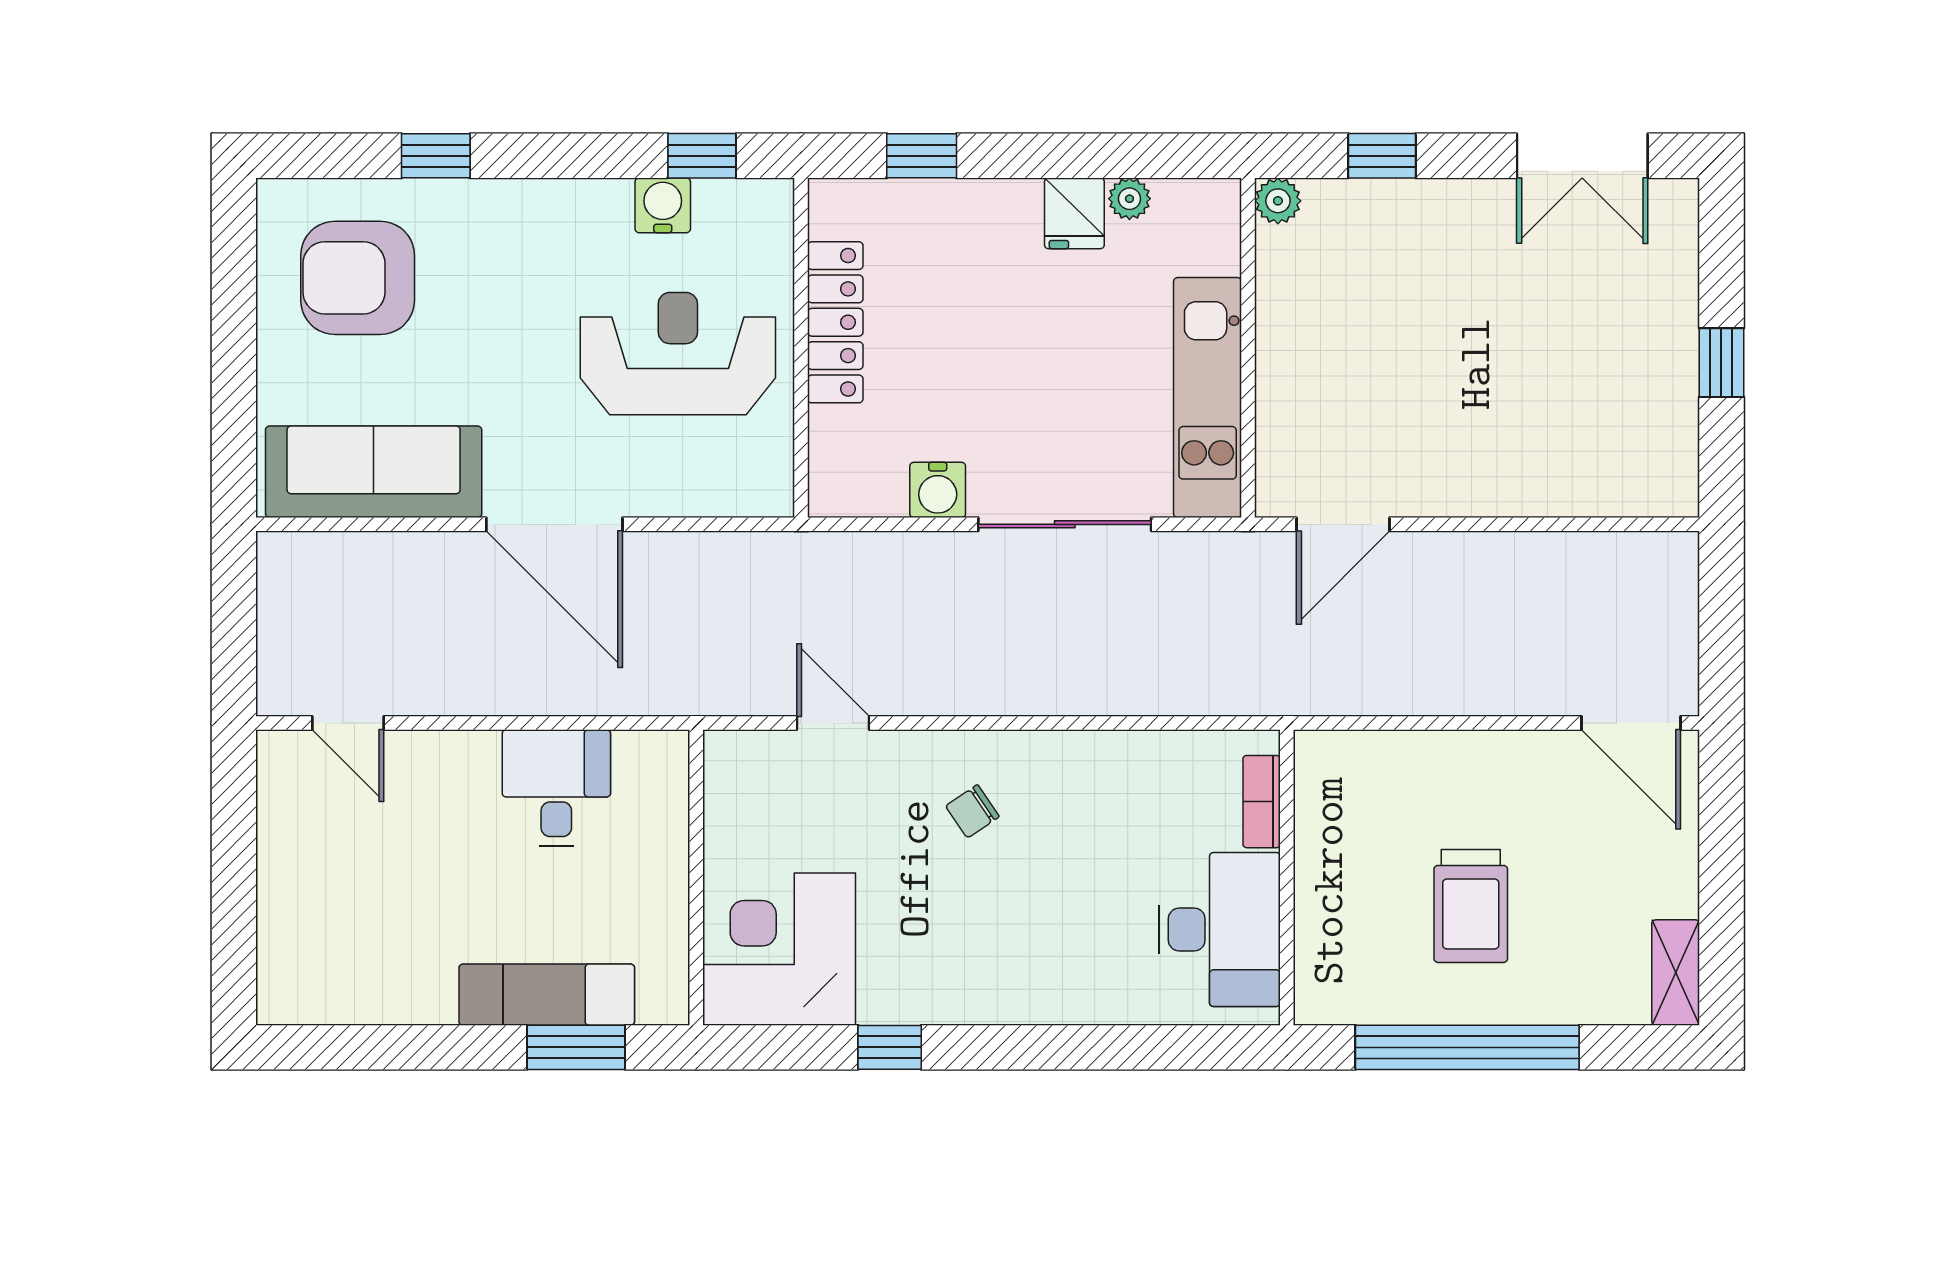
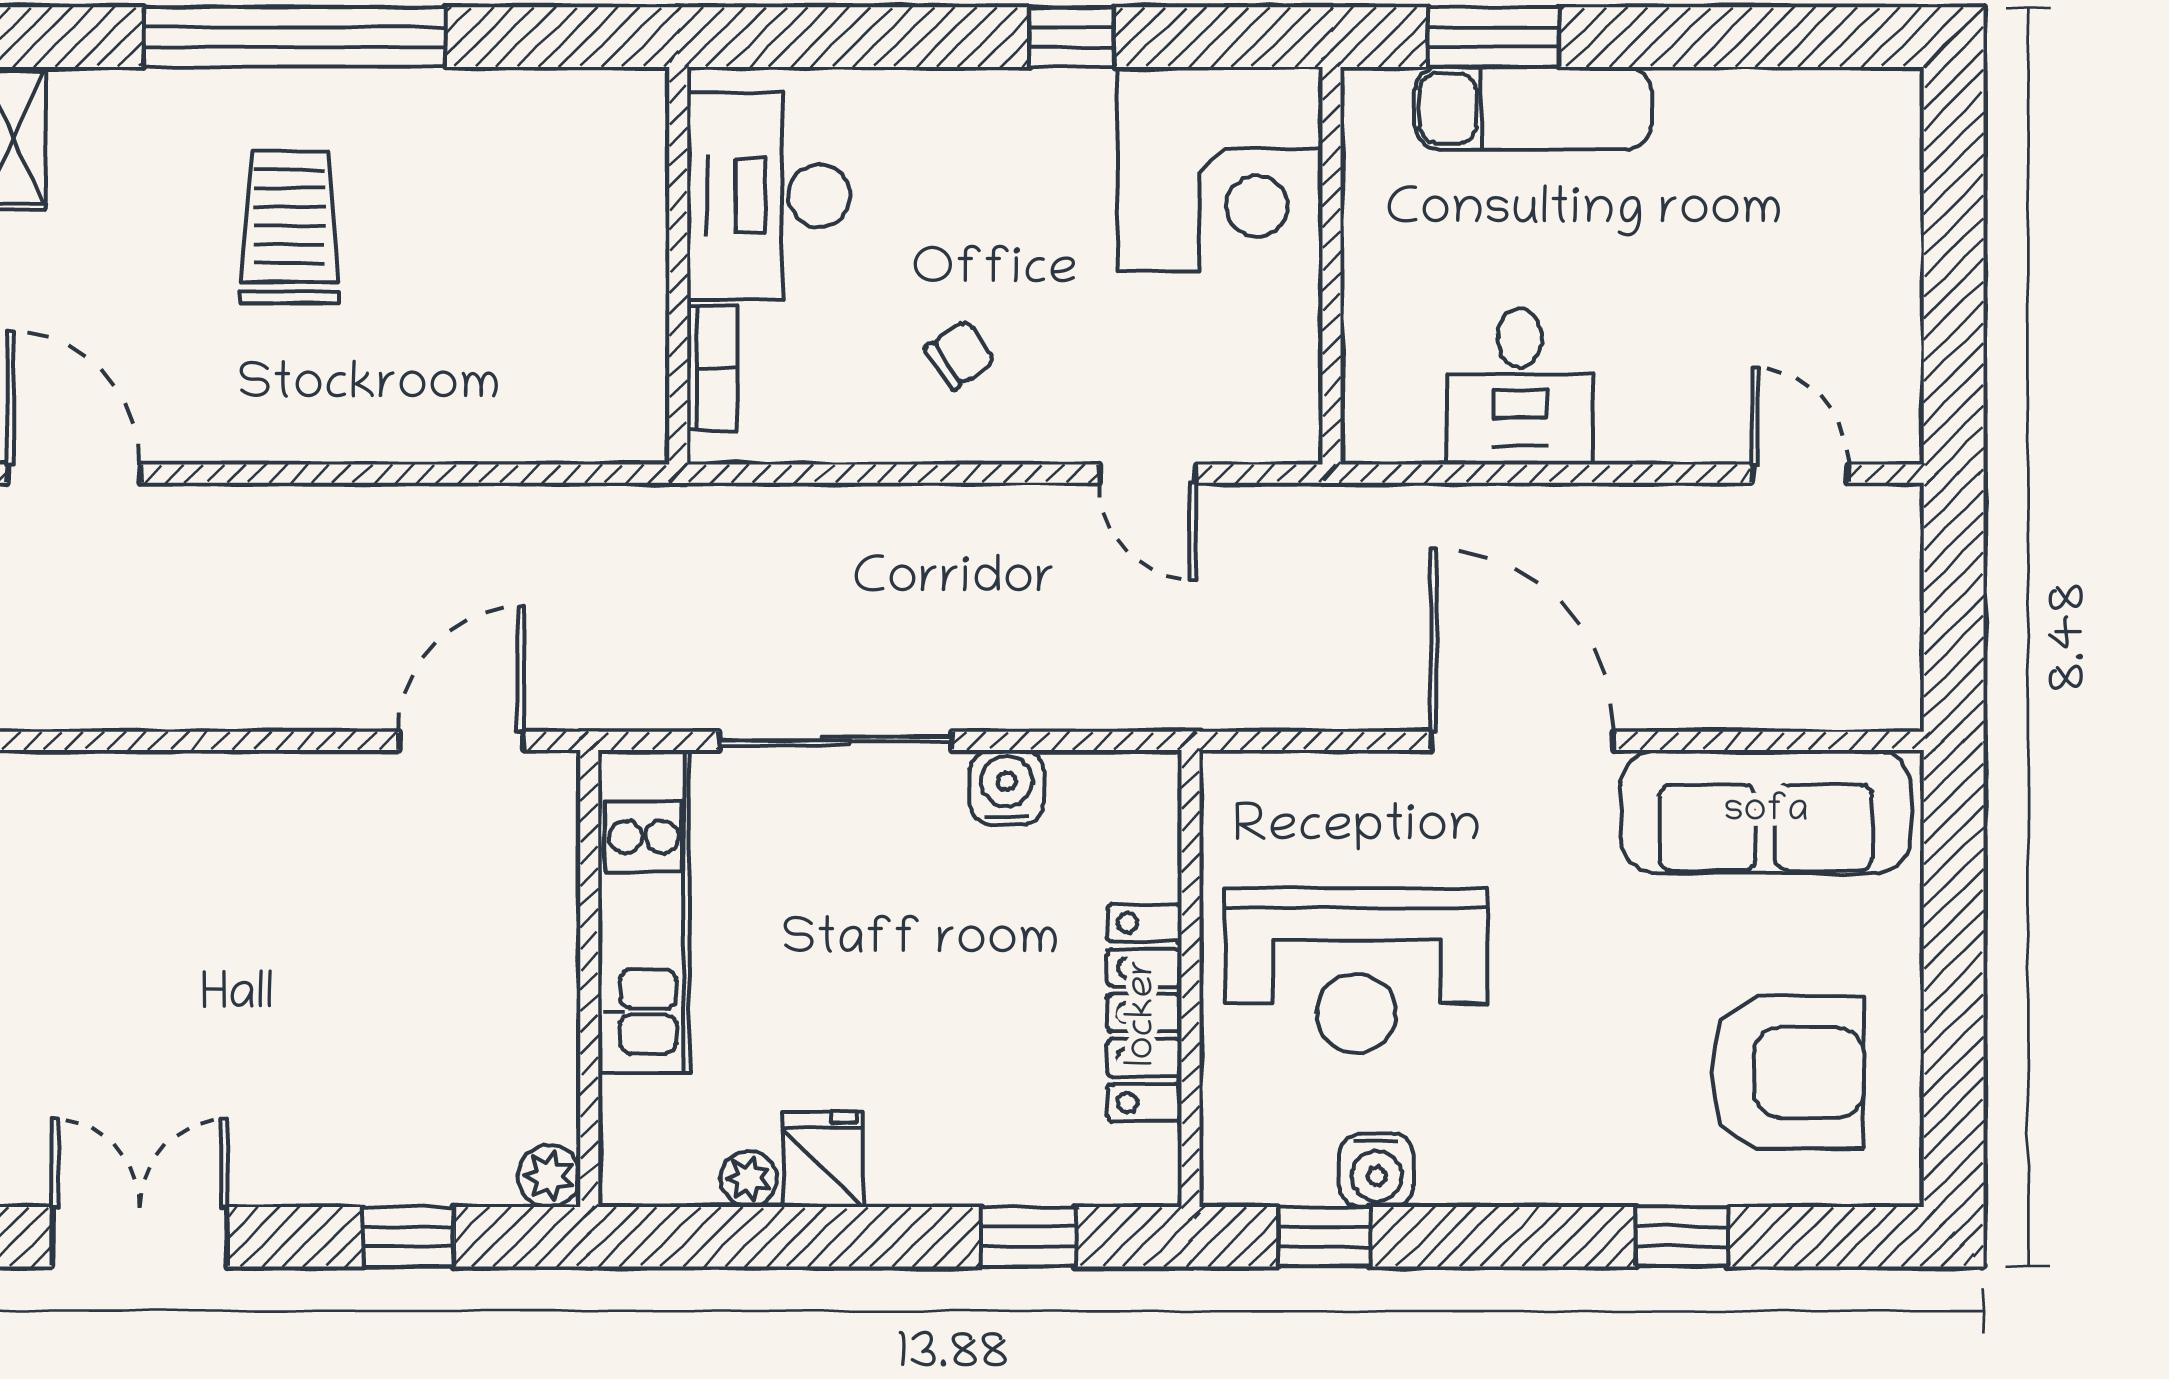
bookcase: (1262, 802) -> (712, 368), moved
wall: (1287, 877) -> (678, 266), moved
desk: (1219, 930) -> (769, 196), moved

